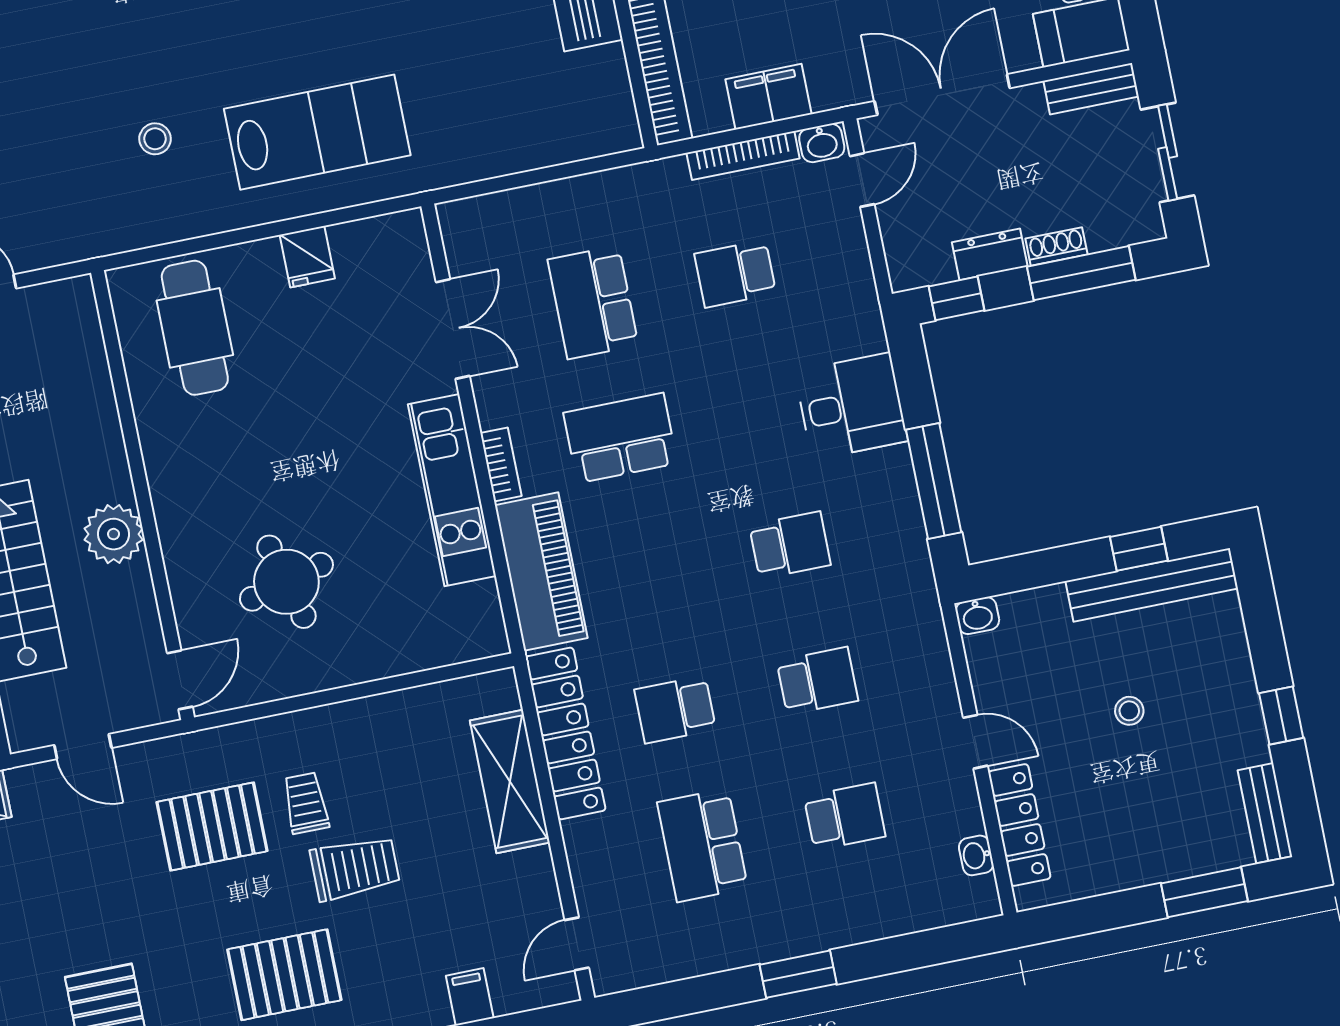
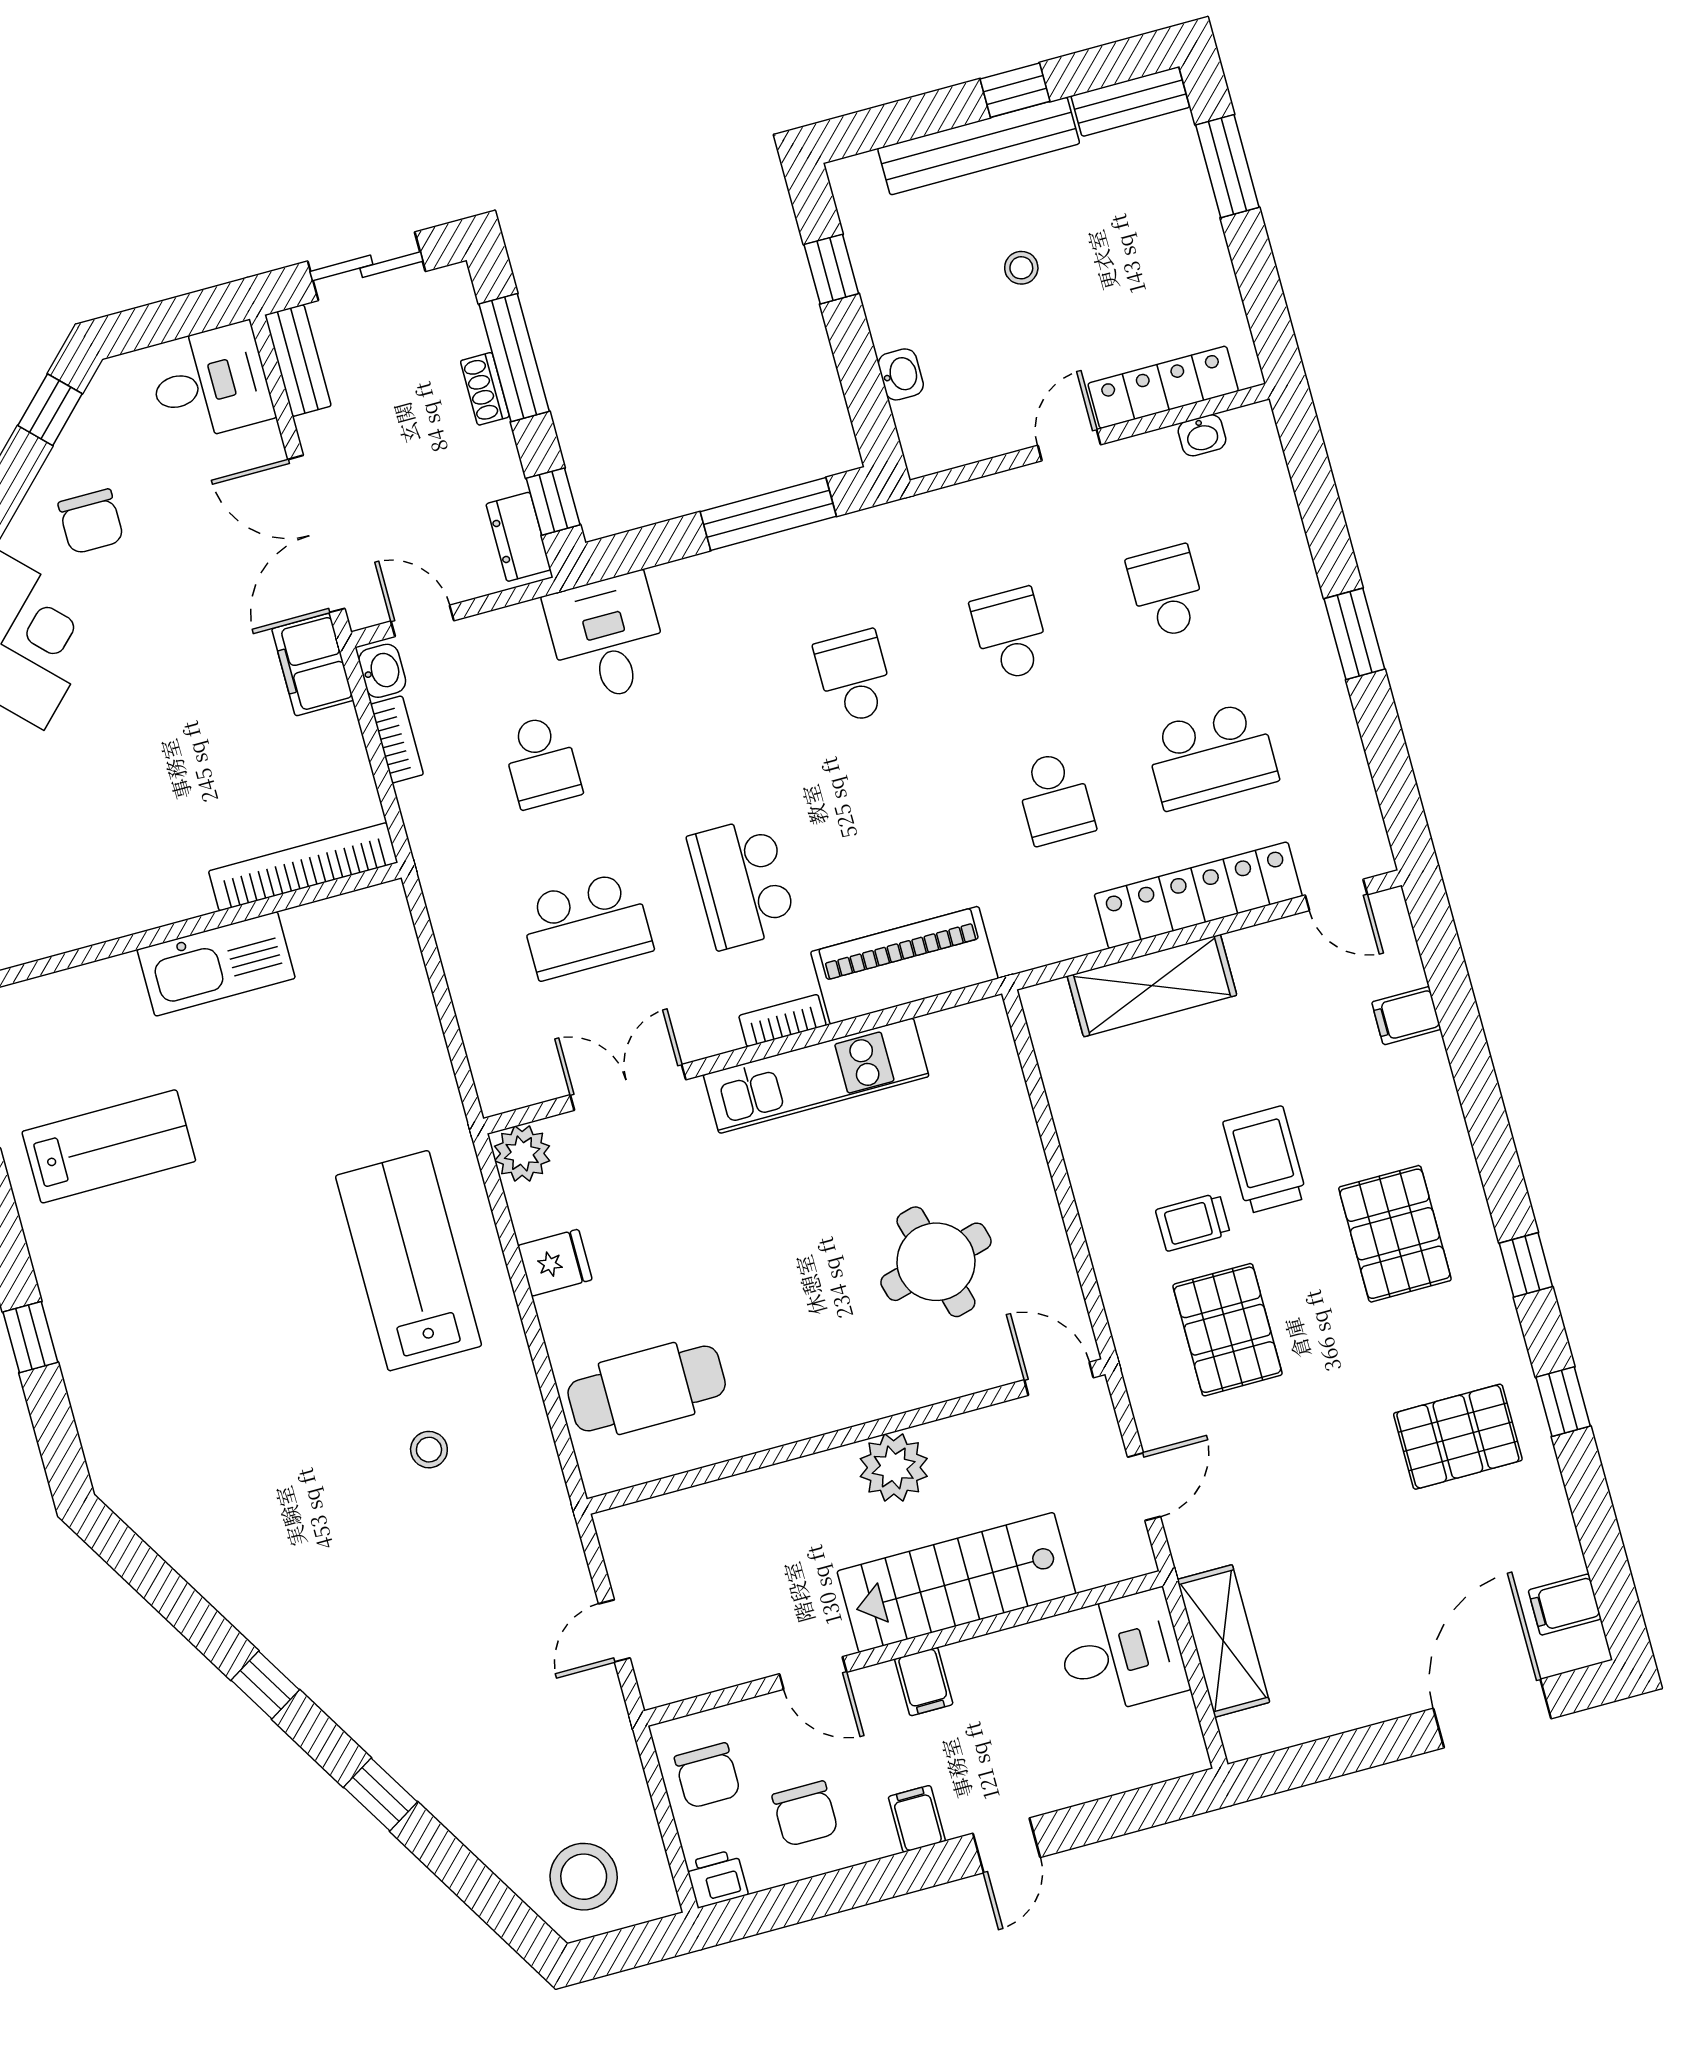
filing cabinet: (768, 97) -> (313, 665), moved
bookcase: (743, 156) -> (397, 739), width x0.64
plant: (402, 235) -> (522, 1153), added
dresser: (990, 254) -> (518, 537), moved
desk: (851, 406) -> (607, 638), moved
bench: (1152, 585) -> (979, 146), moved, turned 90
washbasin: (977, 616) -> (901, 374), moved
locker: (566, 733) -> (1198, 895), moved

